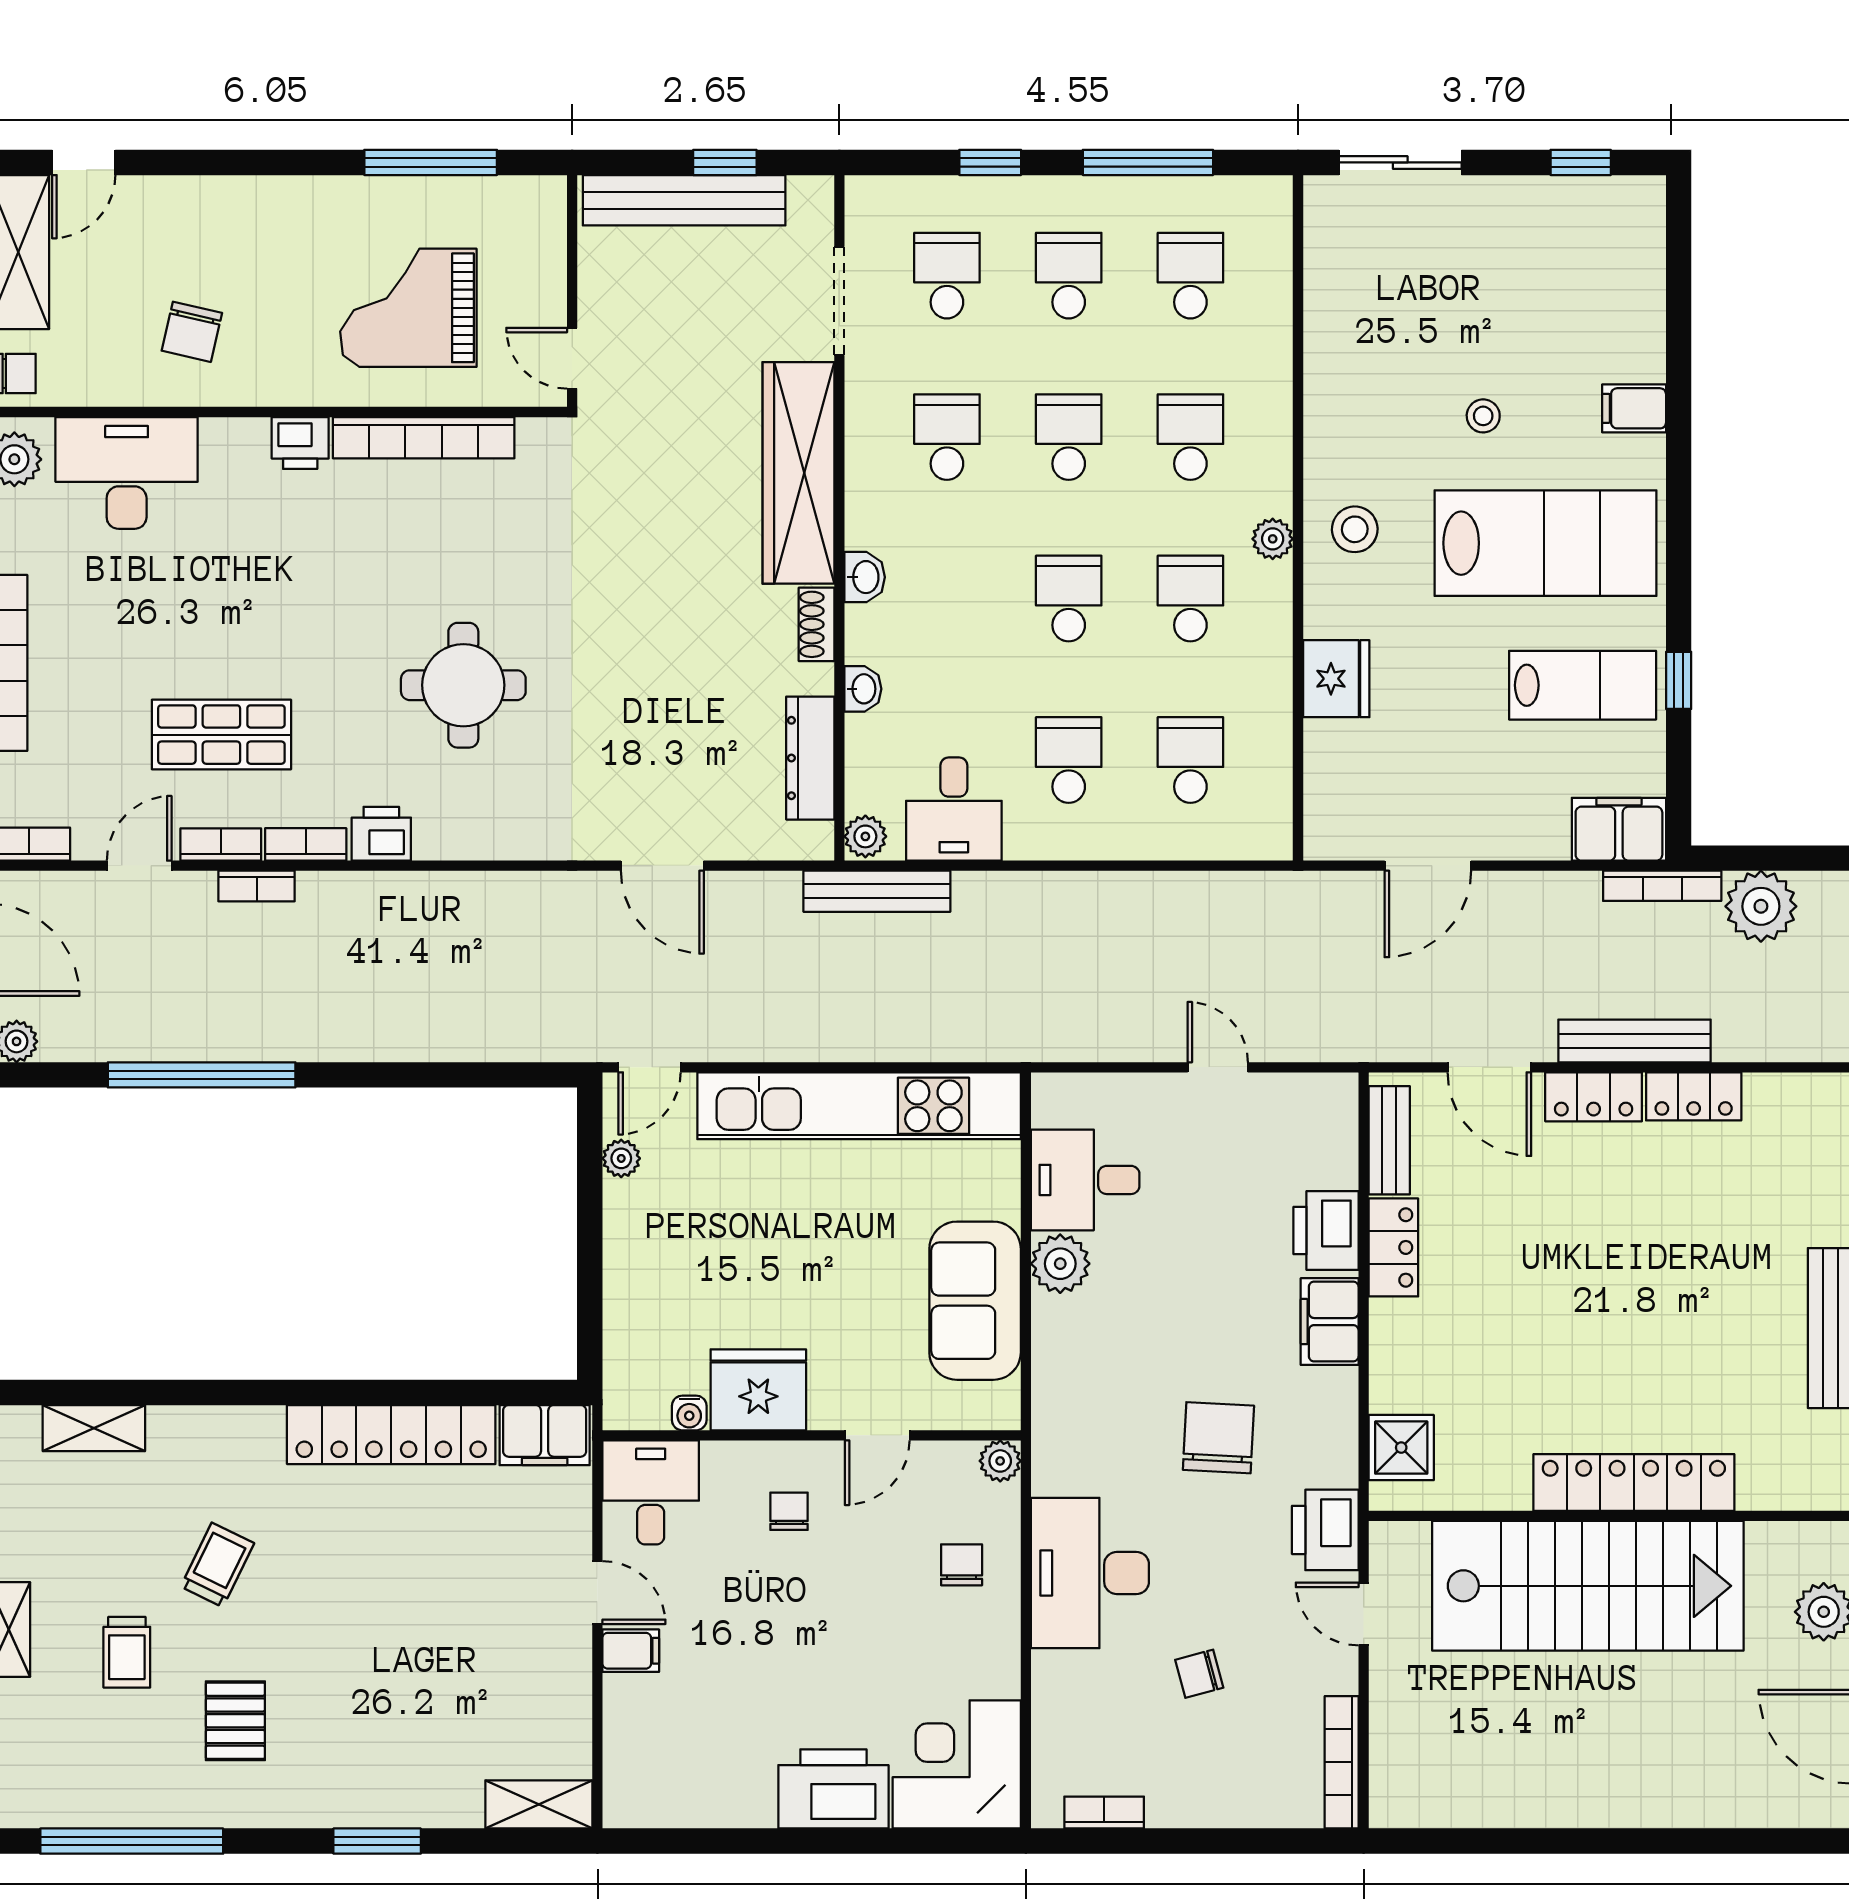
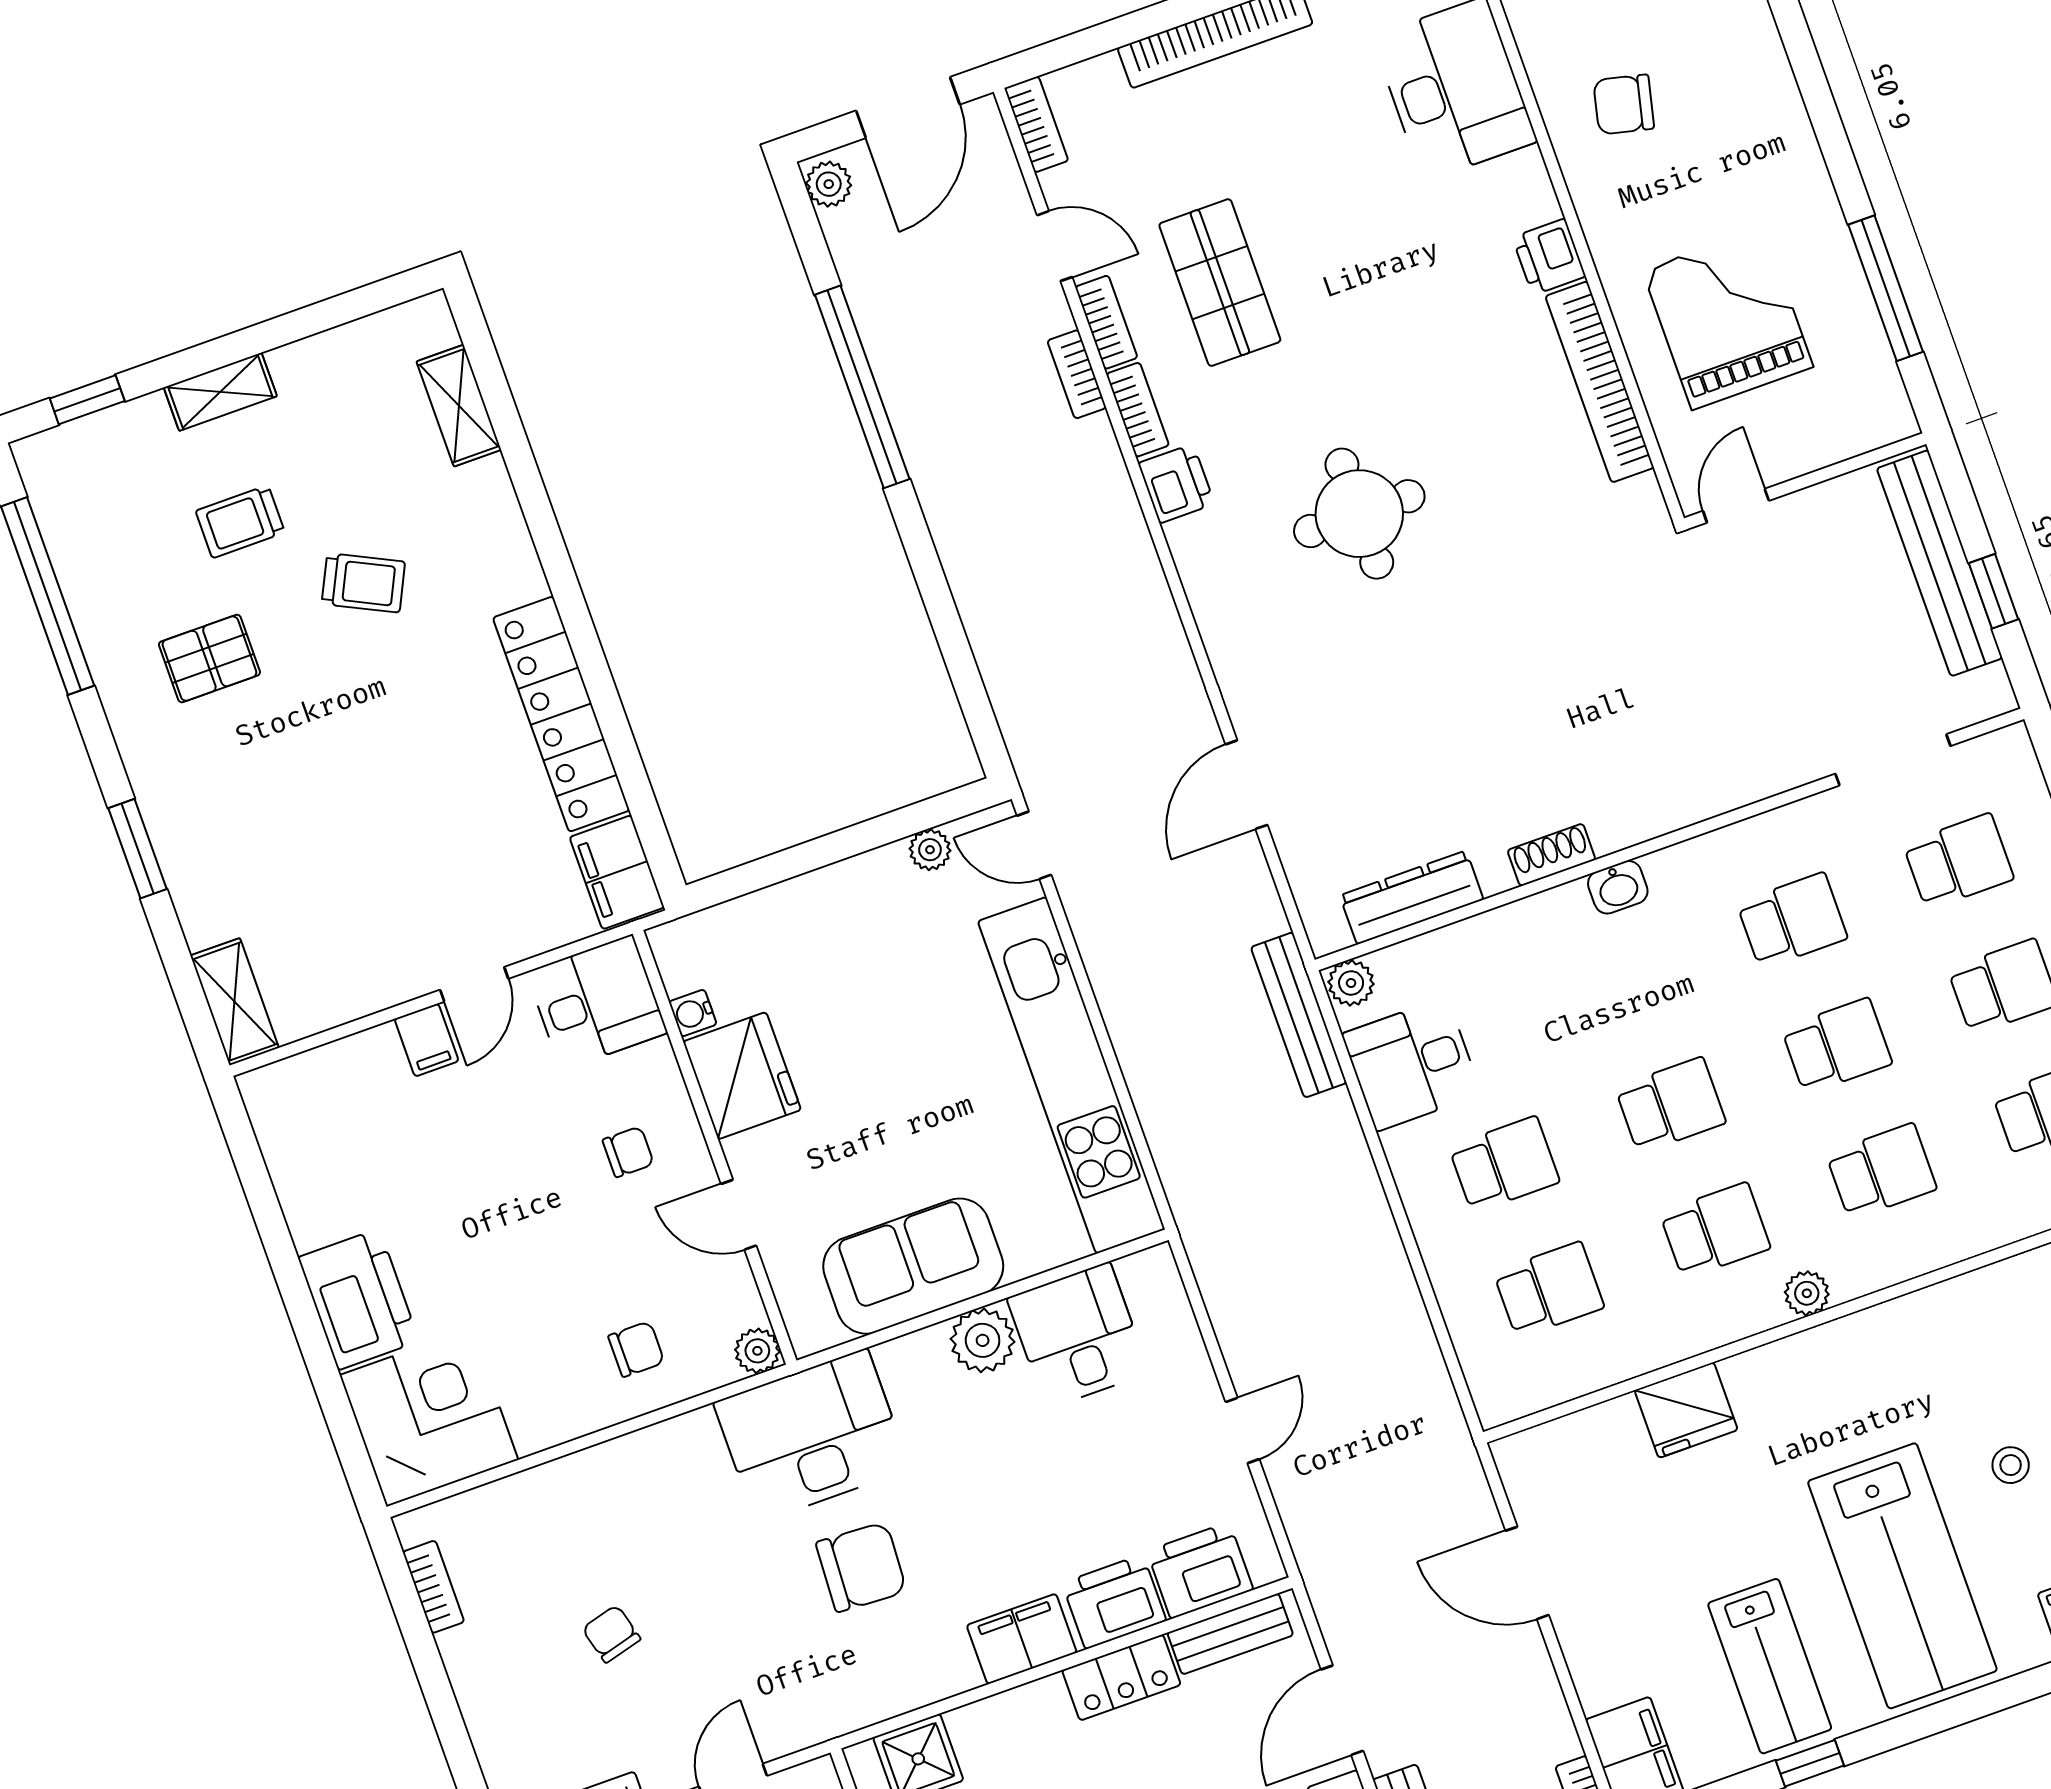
wardrobe: (798, 473) -> (1701, 781), removed
stool: (1355, 529) -> (1847, 1374), removed
washbasin: (863, 689) -> (1502, 926), removed
printer: (1325, 1530) -> (1200, 1570), moved
desk: (1090, 1573) -> (812, 1436), moved

